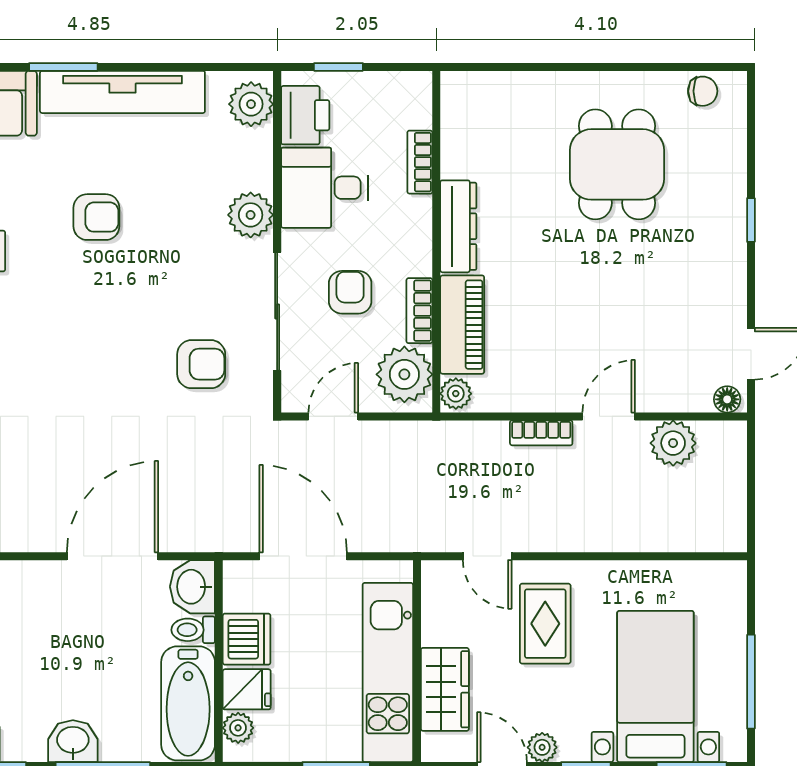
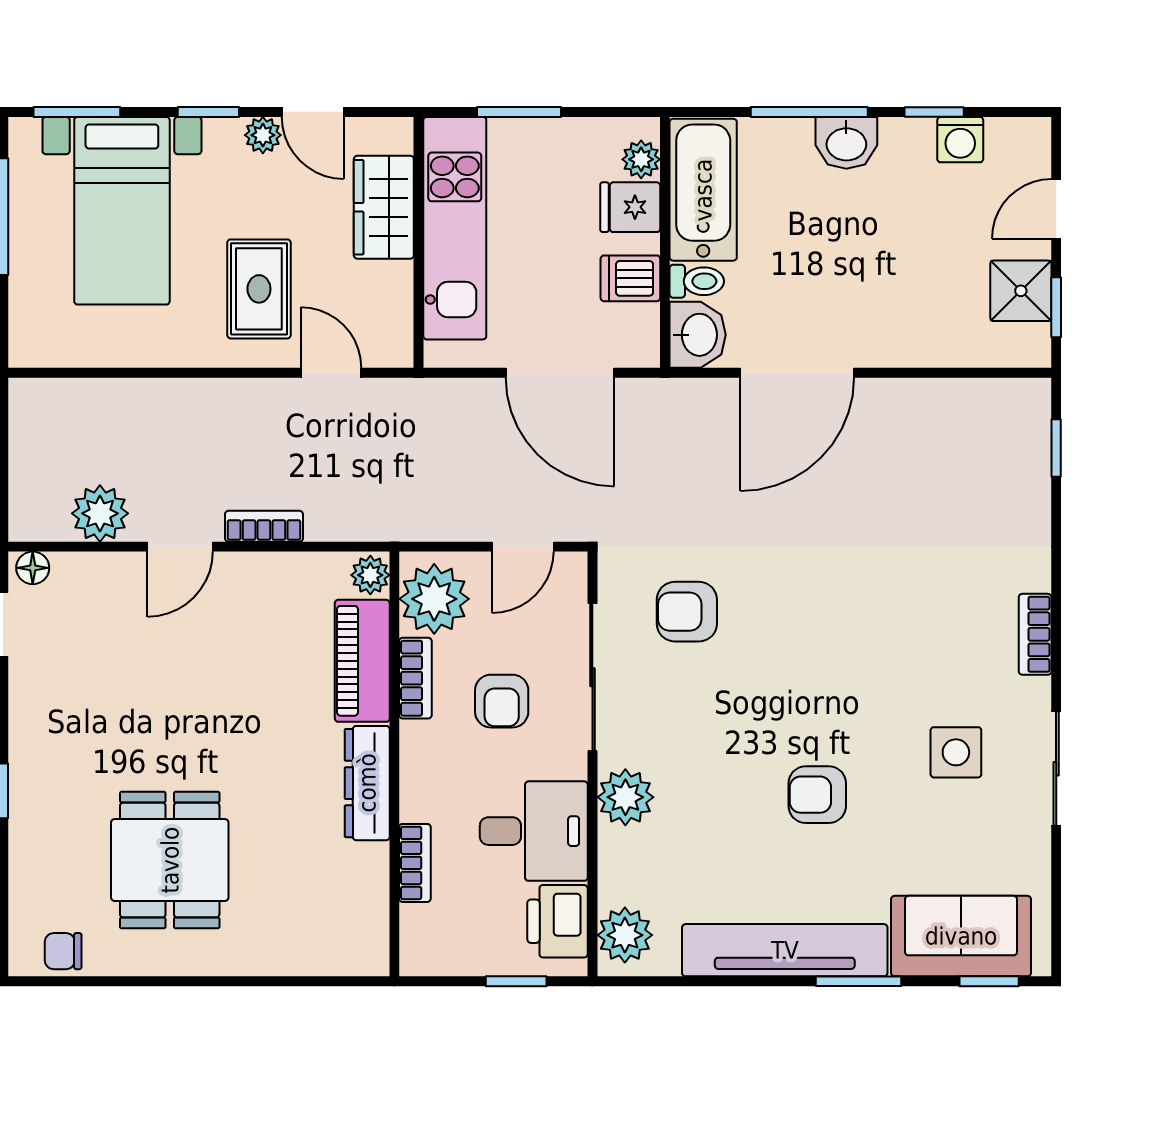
dishwasher: (247, 639) -> (630, 278), width x0.73

